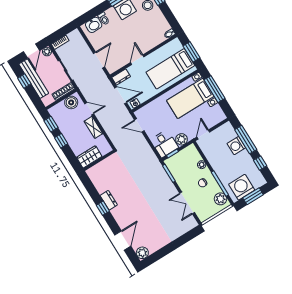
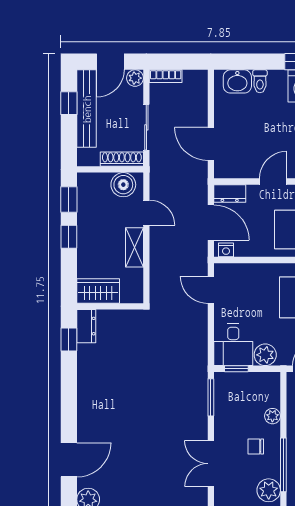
door: (99, 60) -> (211, 144), swing flipped
dresser: (109, 200) -> (86, 326), moved
window: (103, 208) -> (69, 340), moved

